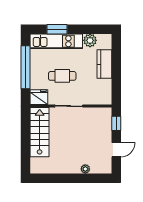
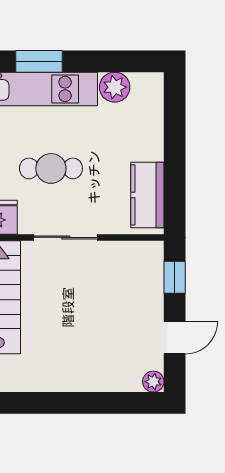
kitchen counter: (104, 64) -> (147, 195), moved
plant: (85, 169) -> (153, 382), moved

